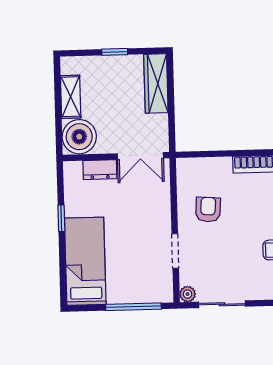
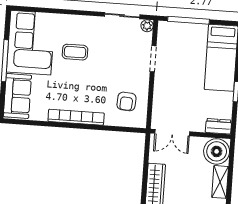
double door: (140, 156) -> (172, 133), swing flipped
dresser: (100, 170) -> (219, 126), moved
armchair: (208, 210) -> (126, 101), moved

